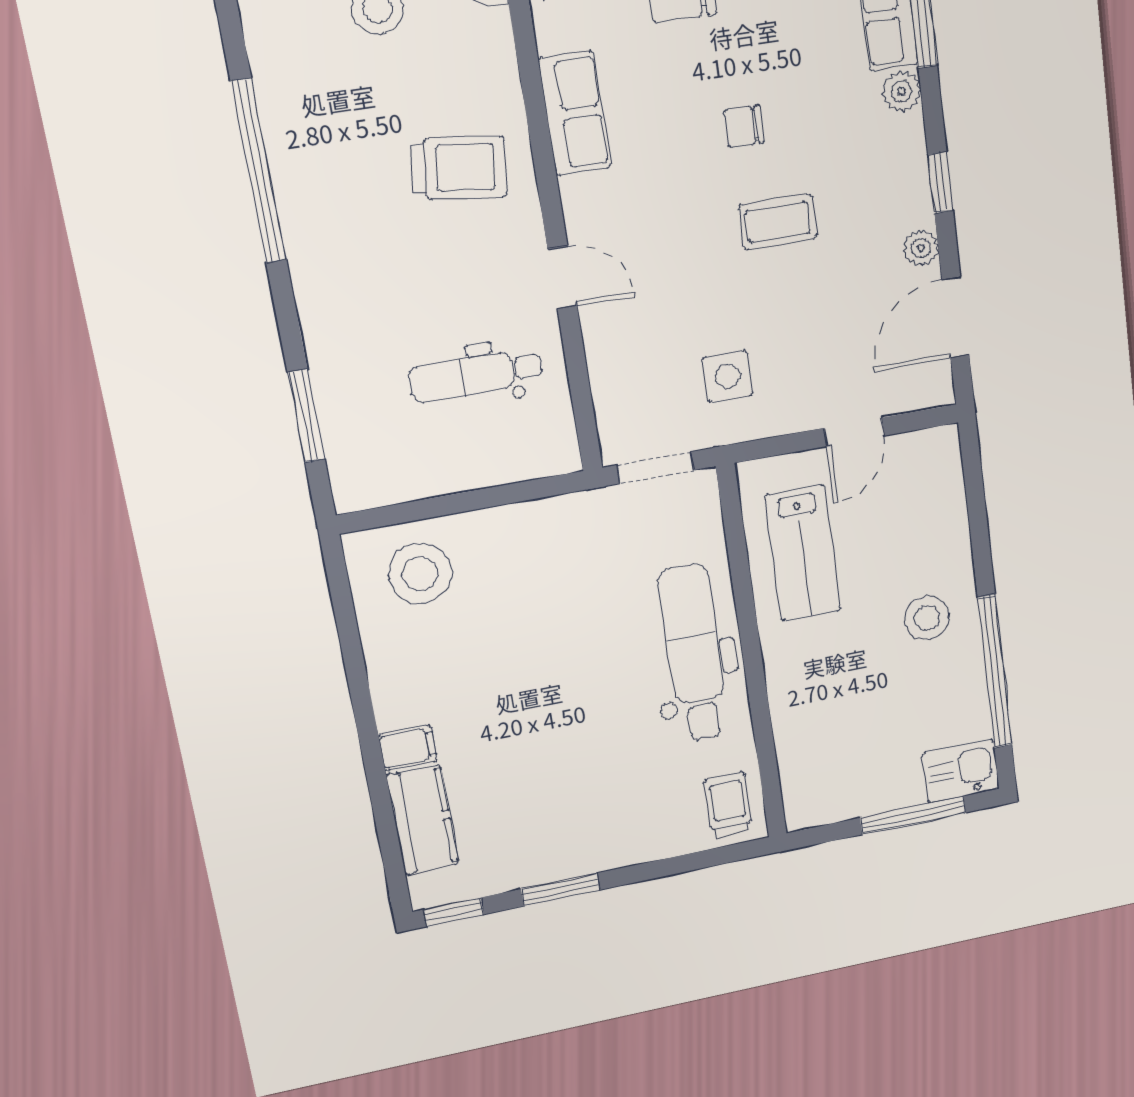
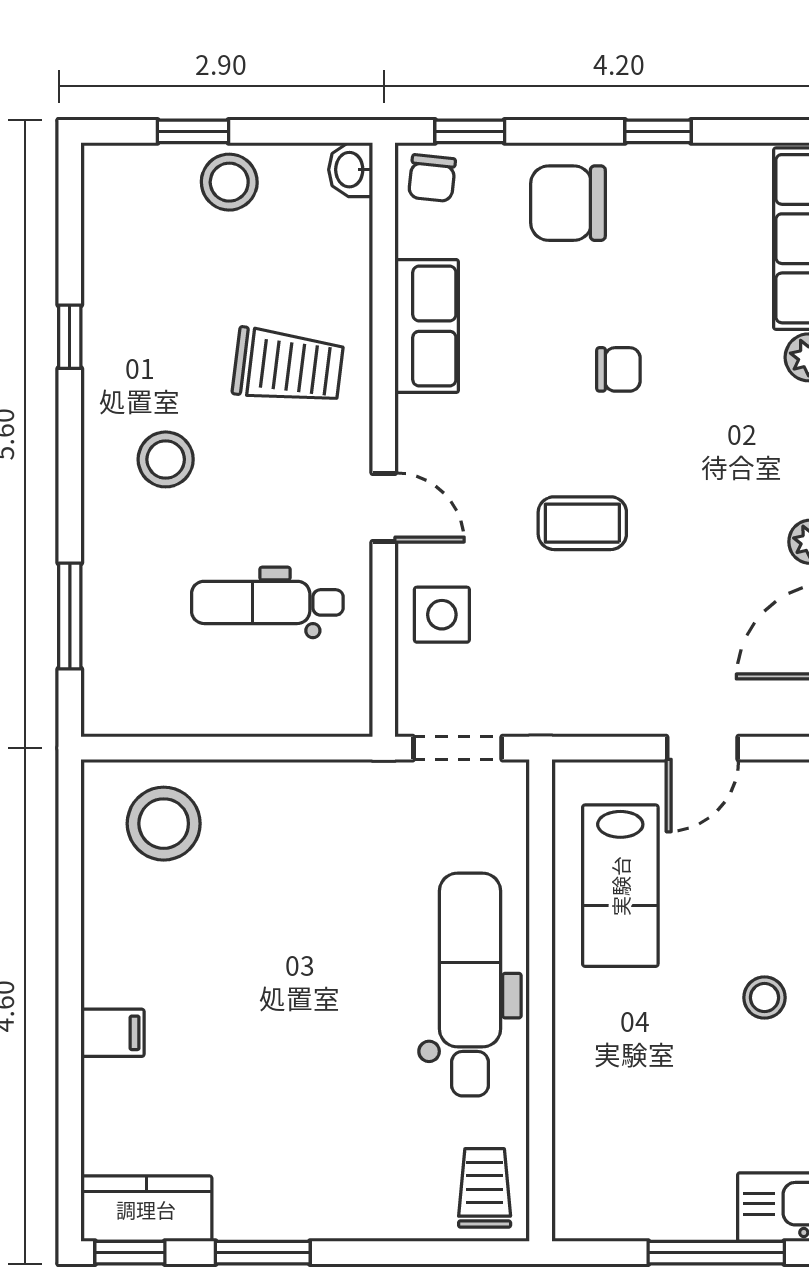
chair: (744, 126) -> (618, 369), turned 180
window: (259, 171) -> (70, 337), width x0.32
coffee table: (778, 222) -> (582, 523), moved
stool: (365, 267) -> (166, 459), added
side table: (728, 376) -> (442, 615), moved
stool: (927, 618) -> (764, 998), width x0.73, depth x0.73
kitchen counter: (422, 820) -> (146, 1209), moved, turned -90

